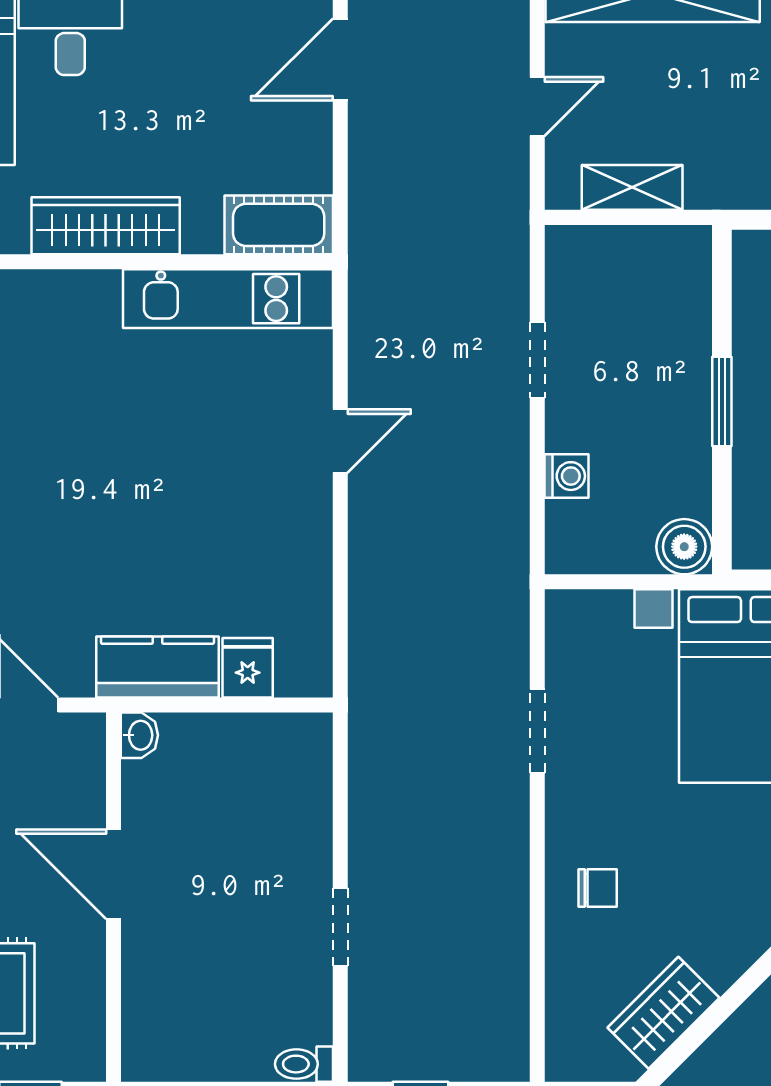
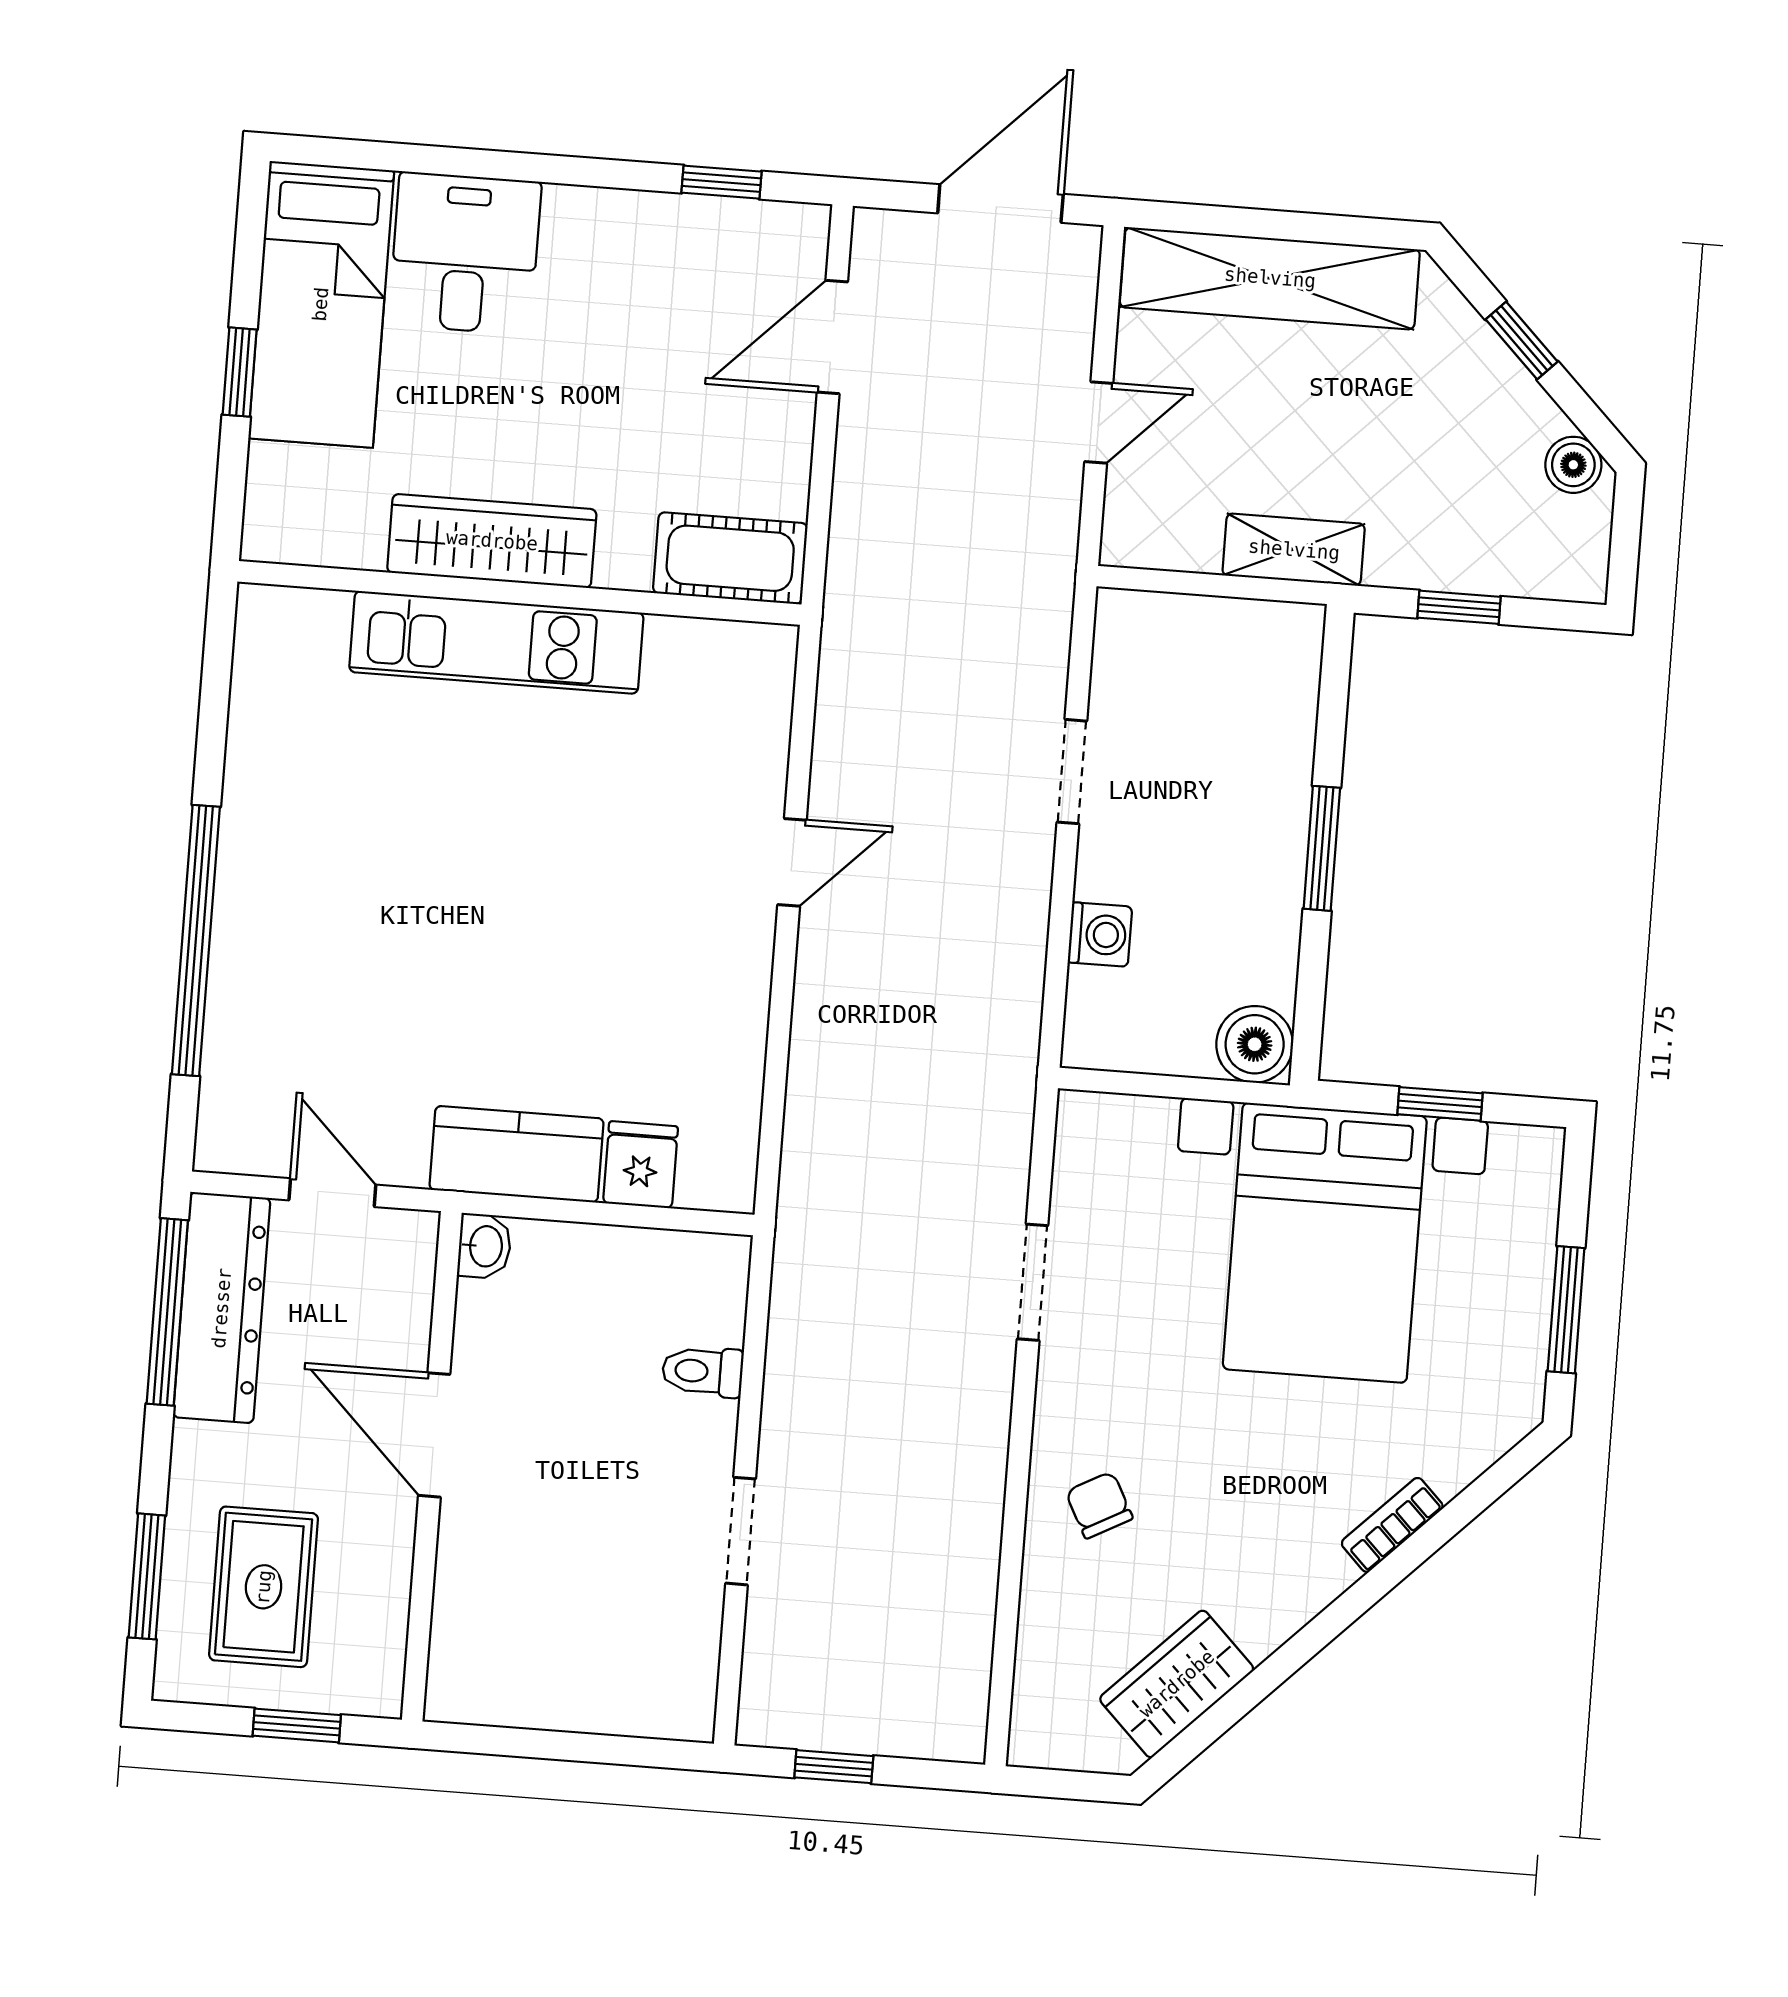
shelving: (632, 187) -> (1294, 550), moved
kitchen unit: (228, 299) -> (496, 642), moved
chair: (598, 888) -> (1099, 1505), turned -118
toilet: (304, 1064) -> (703, 1371), moved

